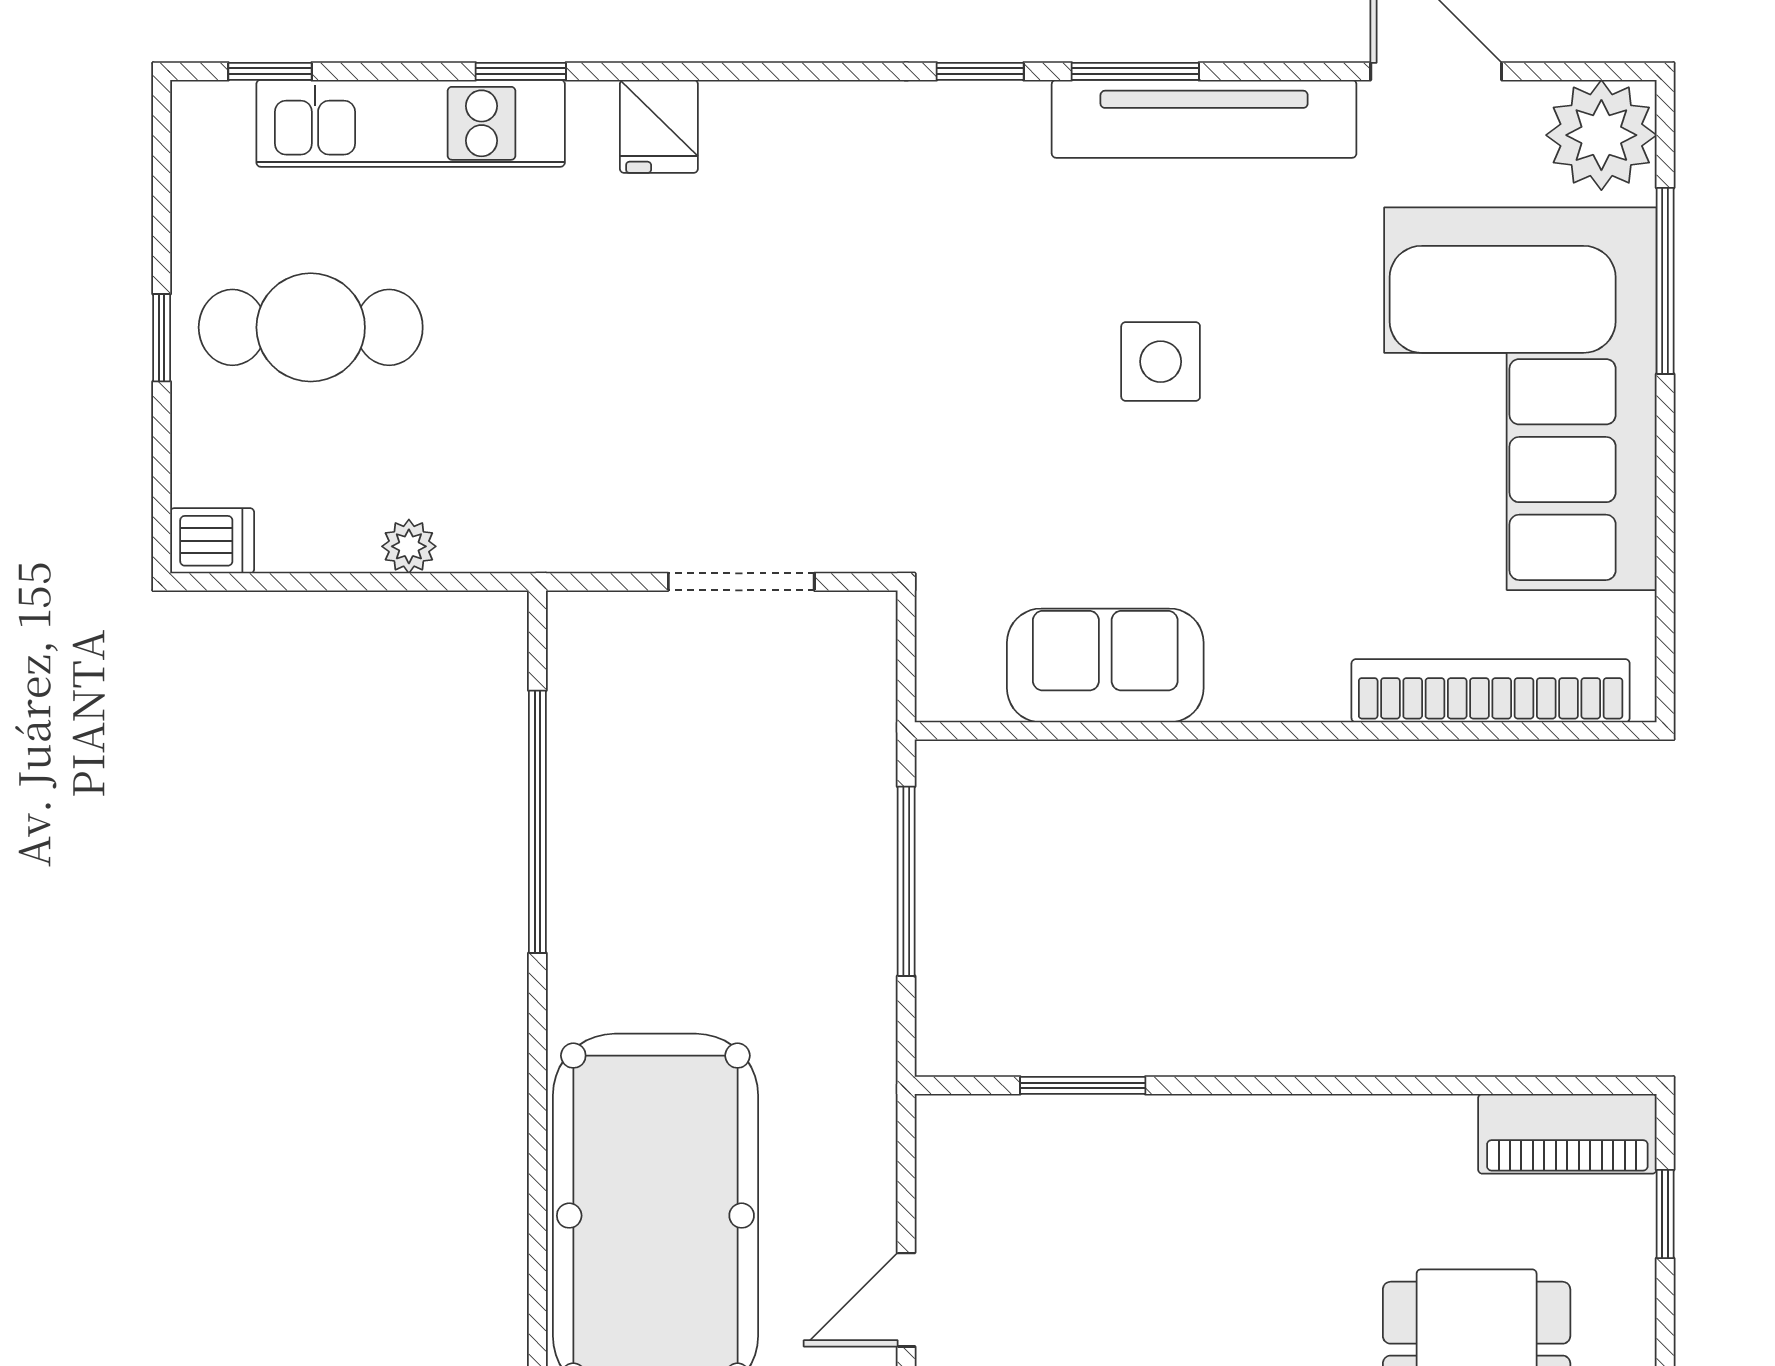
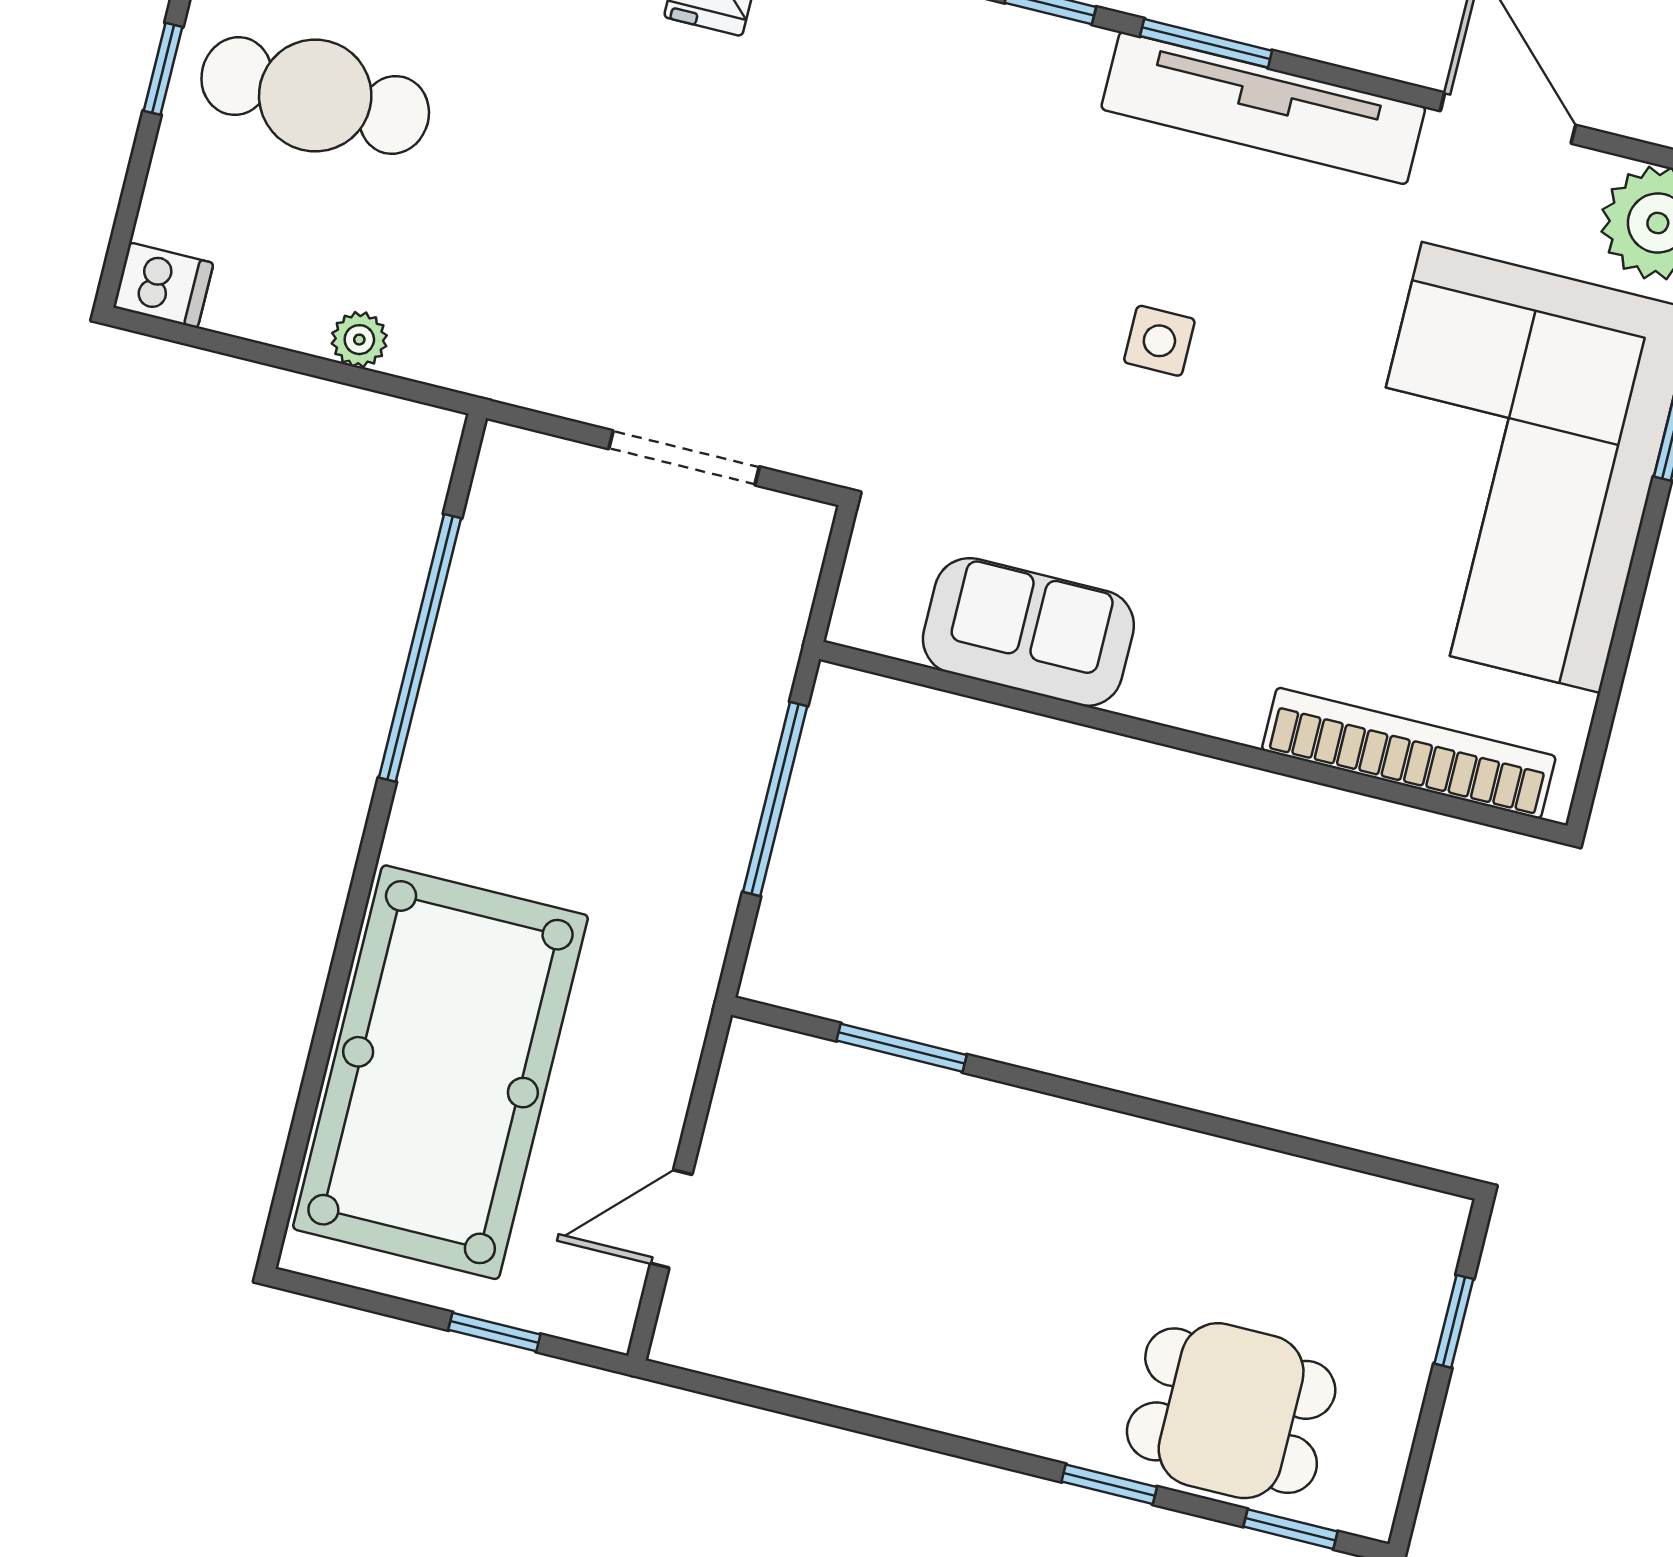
side table: (1161, 362) -> (1159, 341), width x0.73, depth x0.73
piano: (1567, 1134) -> (1376, 1217), removed

